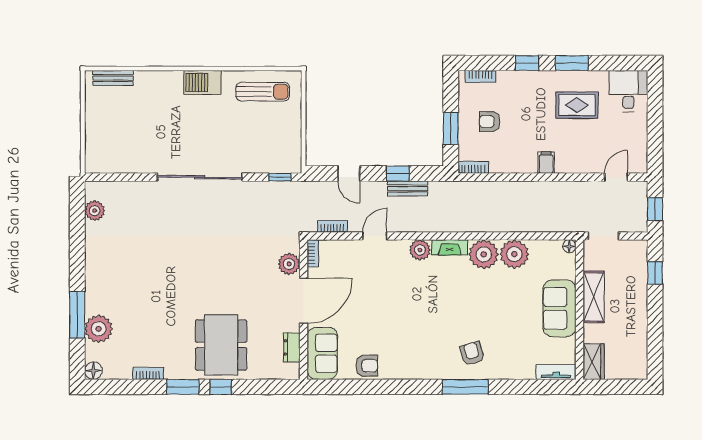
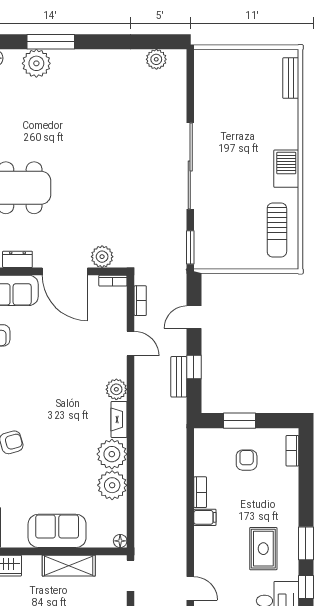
window: (527, 63) -> (306, 587), moved
bookcase: (473, 167) -> (200, 492), moved
window: (280, 177) -> (190, 247), width x1.50

